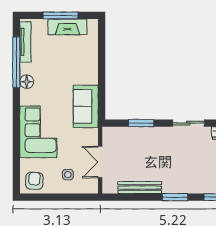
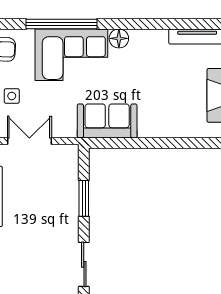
window: (16, 62) -> (61, 24), moved
floor lamp: (27, 82) -> (119, 38), moved

